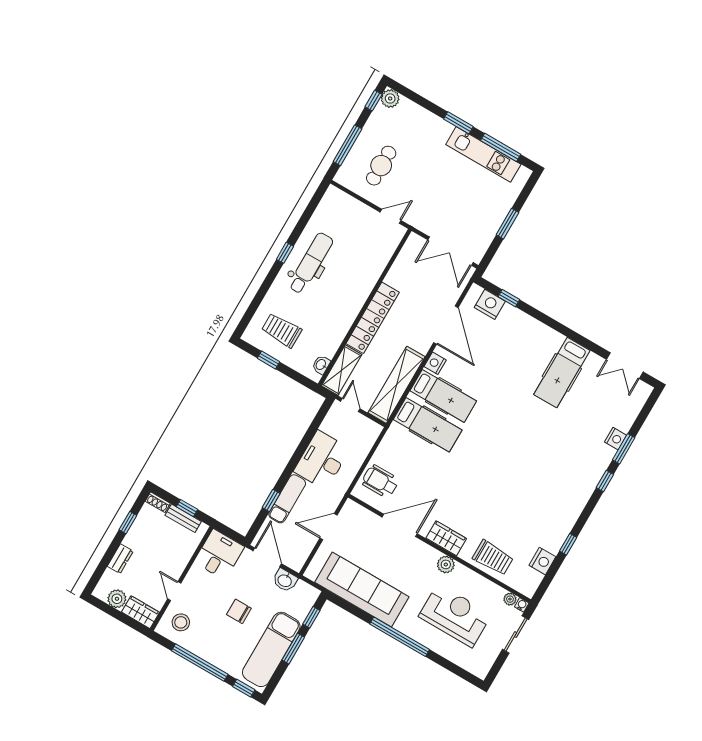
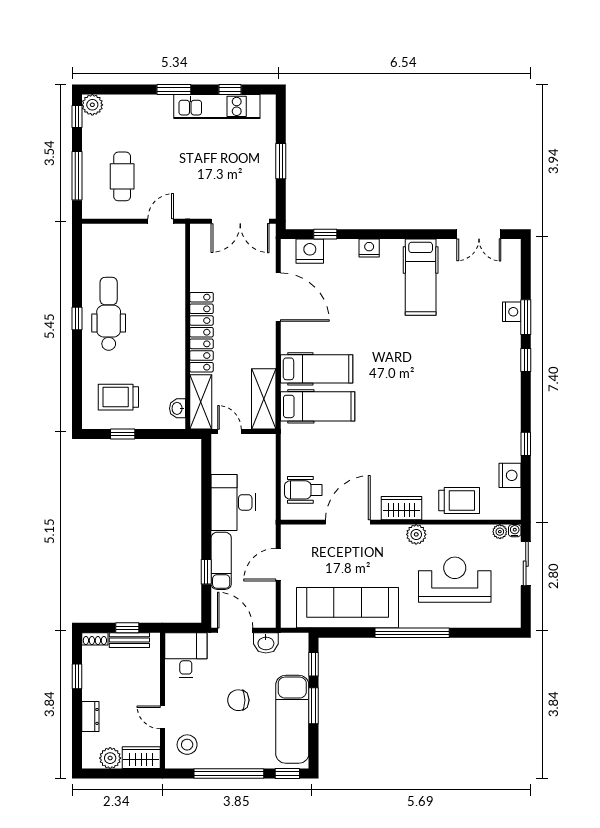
window: (501, 147) -> (230, 89), width x0.46
nightstand: (435, 363) -> (369, 248), moved, turned 90
shelving: (397, 385) -> (264, 399), width x0.68

